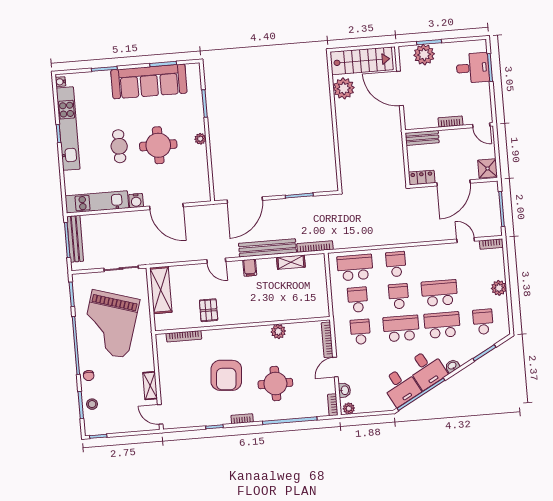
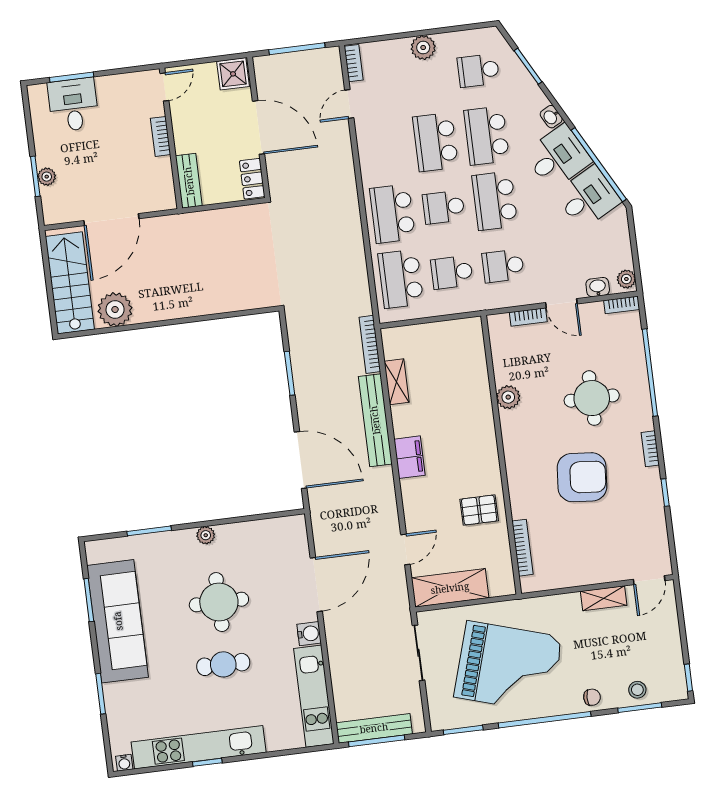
plant: (424, 55) -> (47, 177), width x0.53, depth x0.53
door: (216, 261) -> (405, 549), moved
school desk: (396, 264) -> (392, 214), width x1.85
filing cabinet: (250, 268) -> (410, 457), width x2.00
bookcase: (327, 340) -> (528, 317), width x0.64

